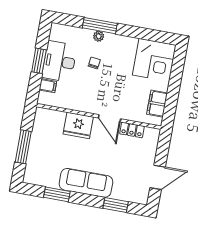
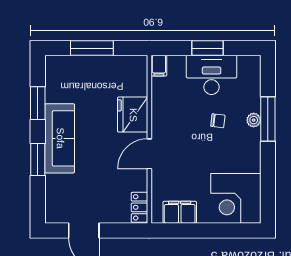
filing cabinet: (48, 86) -> (159, 66), moved
locker: (132, 130) -> (139, 207), moved
window: (116, 205) -> (38, 160), moved

